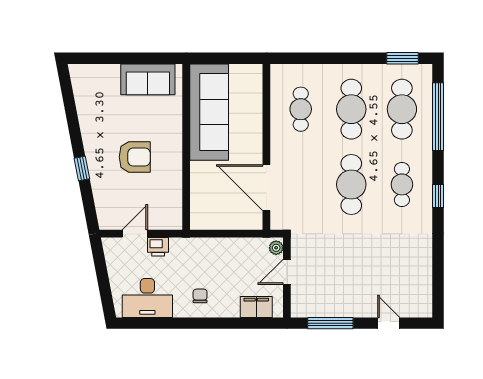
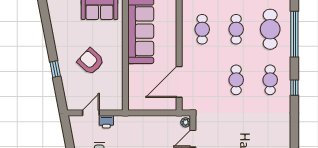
cafe table: (351, 109) -> (236, 29), width x0.73, depth x0.74
armchair: (135, 157) -> (91, 61), turned -137
cafe table: (351, 184) -> (236, 80), width x0.73, depth x0.74
door: (266, 188) -> (179, 82), hinge flipped

